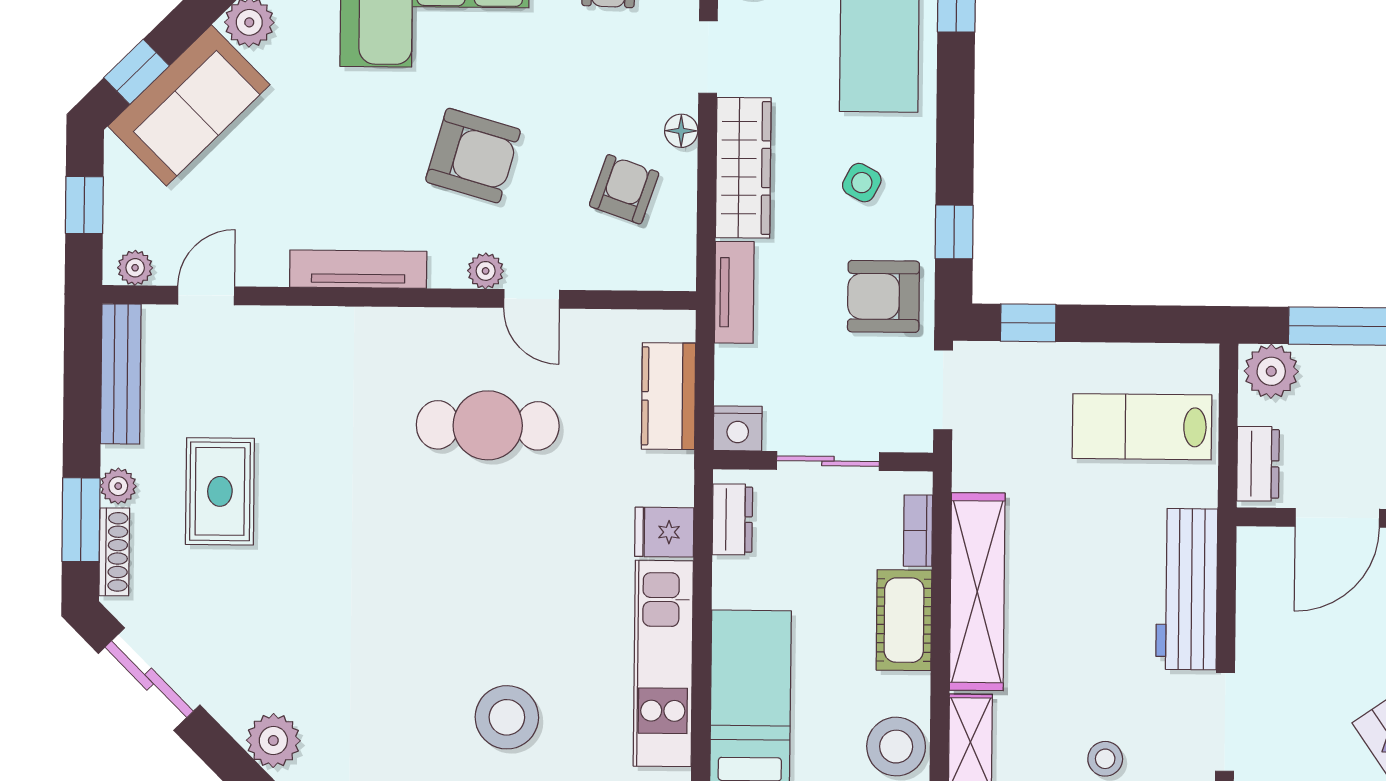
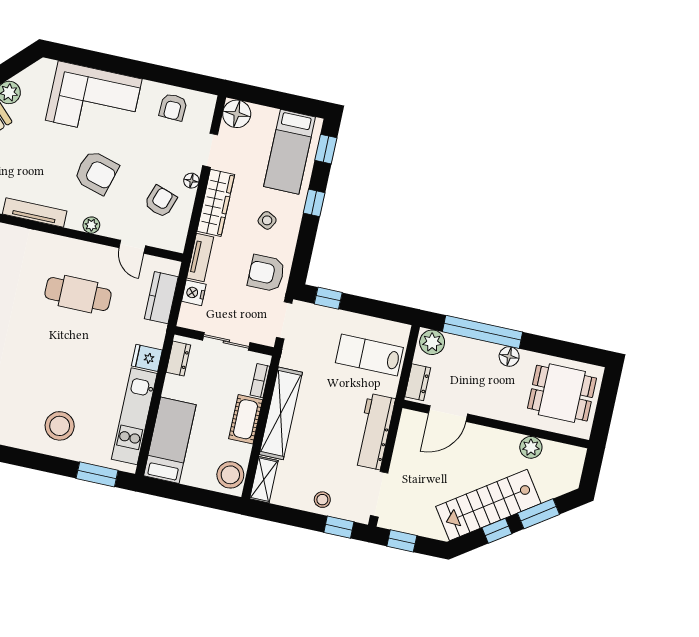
window: (954, 232) -> (314, 203), moved
door: (532, 299) -> (132, 247), moved
nightstand: (738, 428) -> (194, 293), moved, turned 90

